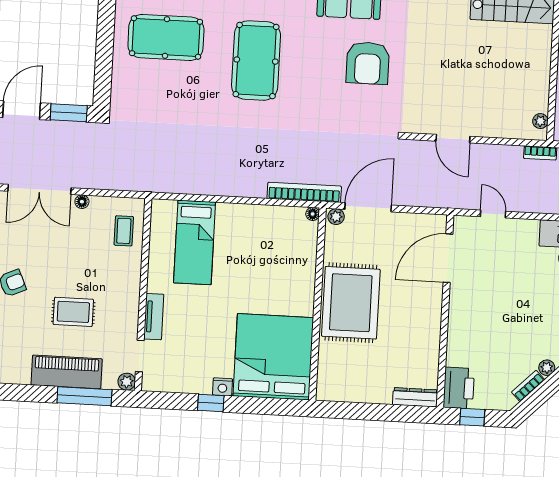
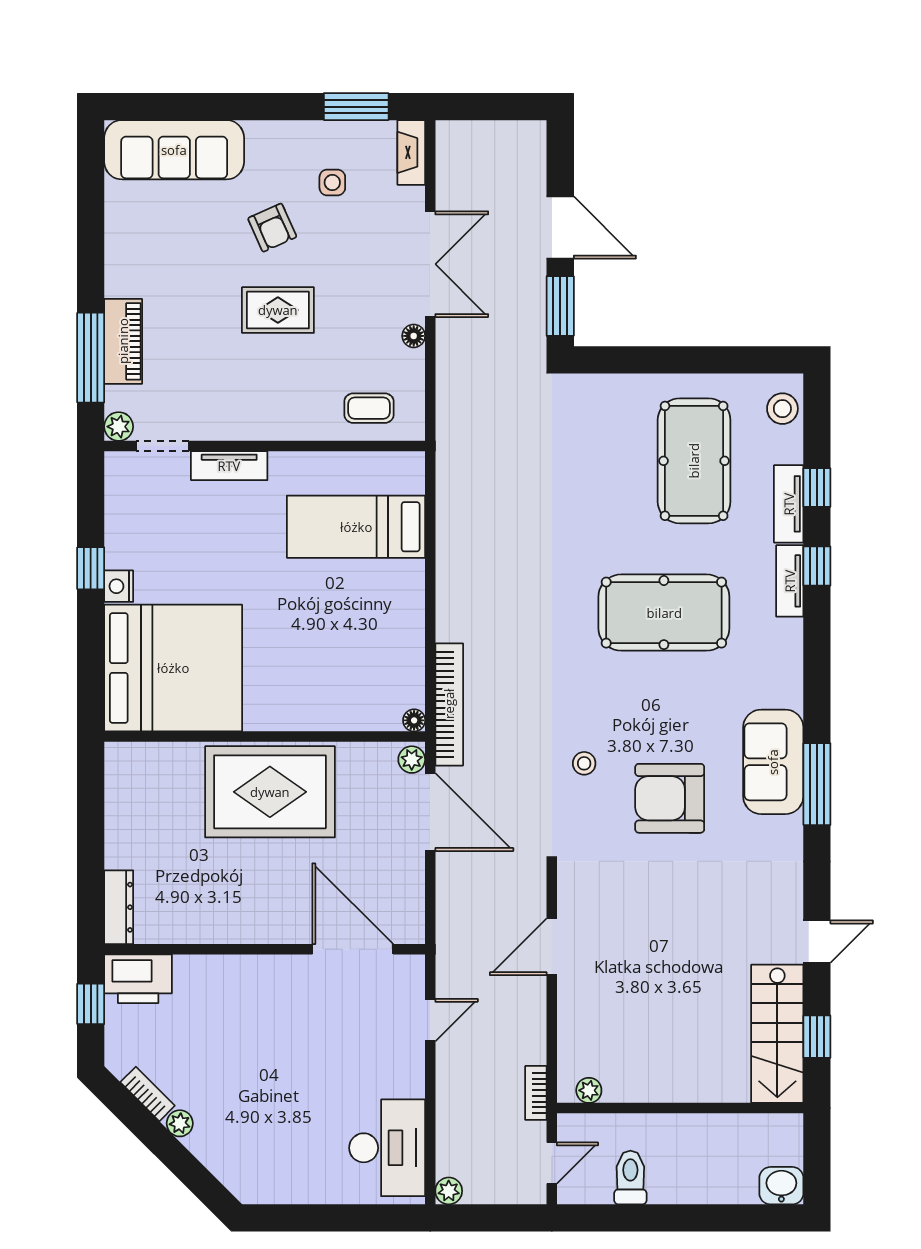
stool: (344, 113) -> (584, 763), added
double door: (39, 189) -> (430, 264), swing flipped
rug: (73, 312) -> (278, 310), moved, turned 90
piano: (67, 372) -> (123, 341), width x0.73, depth x0.75

